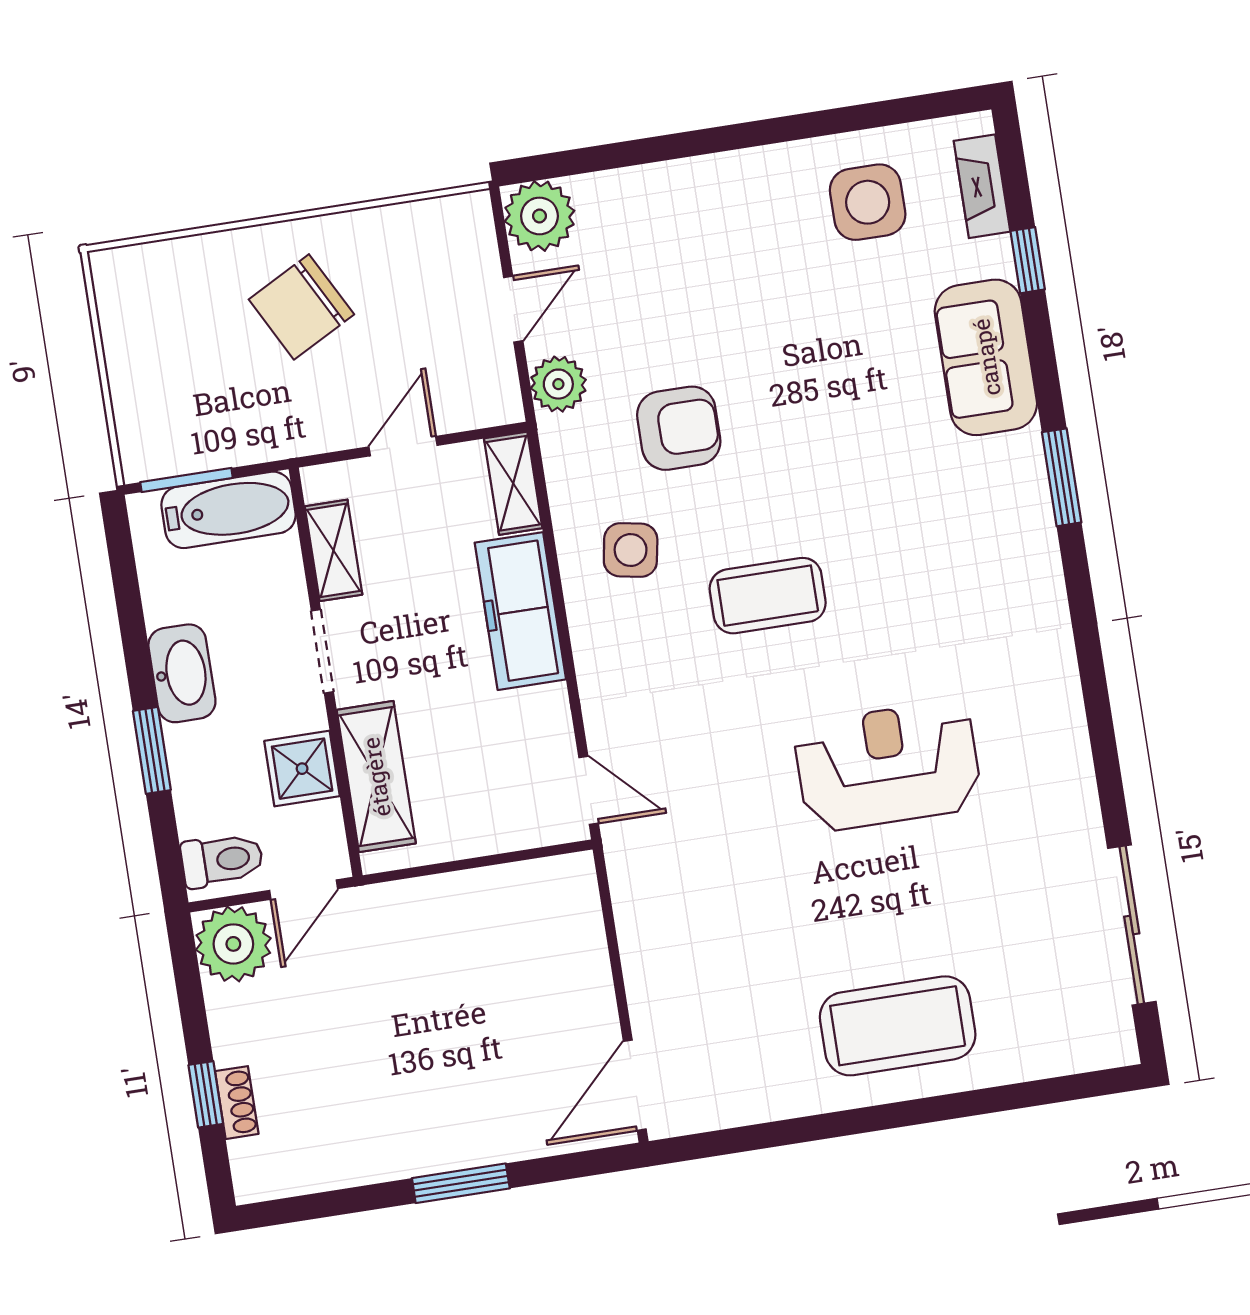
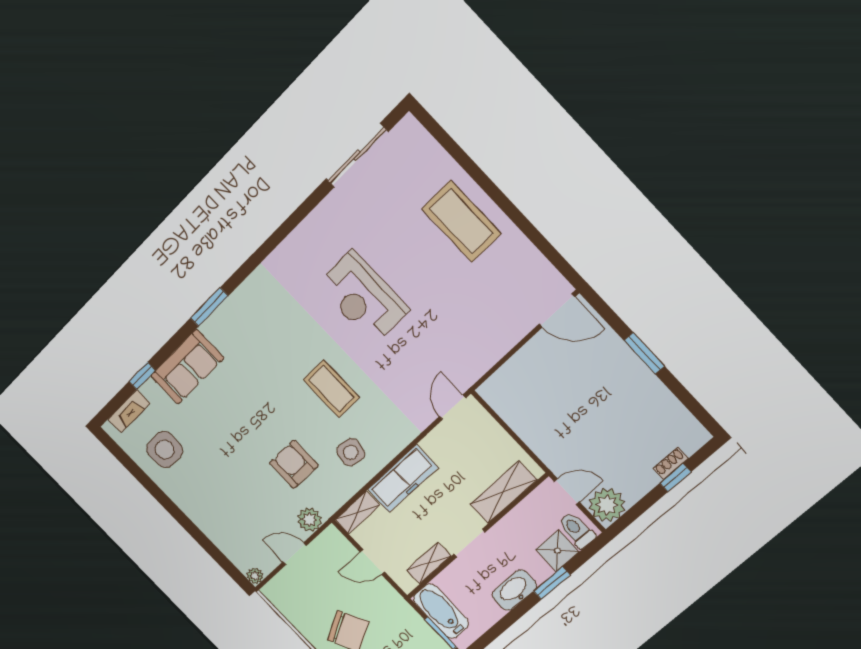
plant: (539, 216) -> (255, 576), width x0.53, depth x0.53
shower: (302, 769) -> (557, 551), moved

